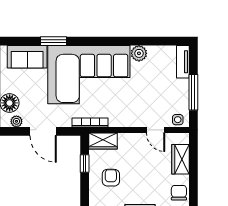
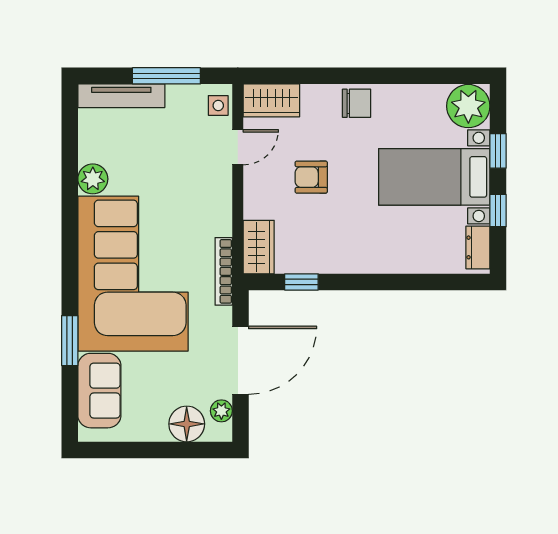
tv unit: (183, 62) -> (121, 96), width x1.41
door: (43, 131) -> (240, 360), width x1.36
wardrobe: (180, 159) -> (271, 100), moved
armchair: (111, 178) -> (311, 177), moved
chair: (179, 193) -> (357, 103), turned 180

